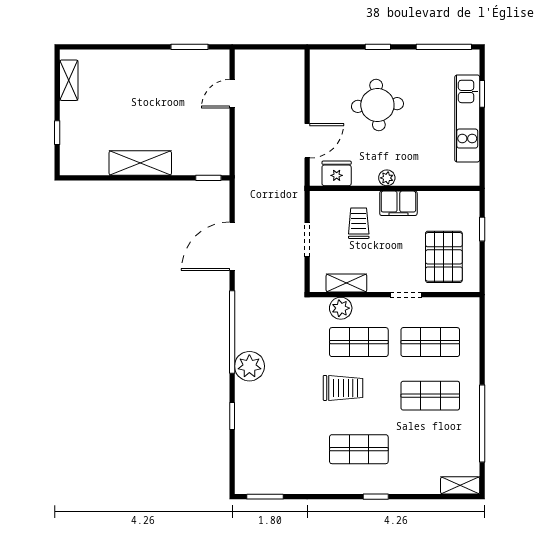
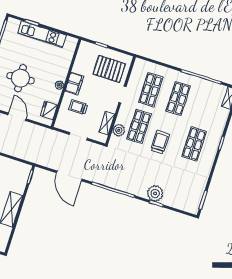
door: (307, 141) -> (17, 117), moved
plant: (249, 366) -> (155, 193), moved

